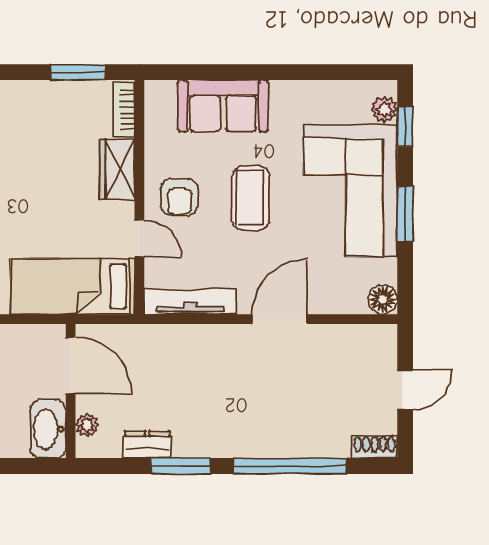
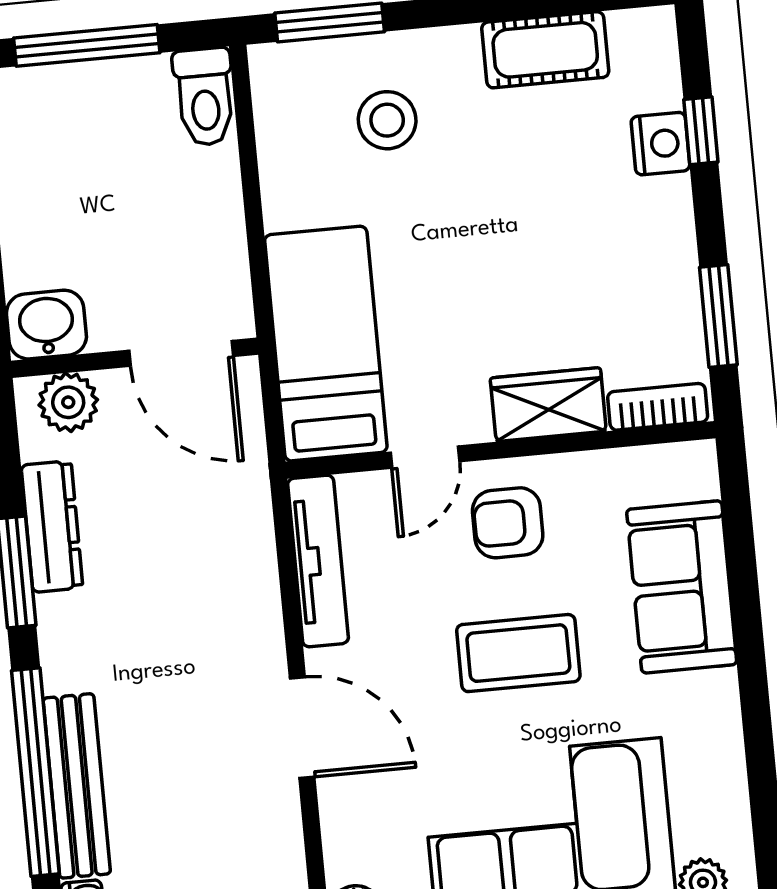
door: (71, 366) -> (181, 353), hinge flipped
plant: (87, 425) -> (68, 402), width x1.38, depth x1.38
washbasin: (48, 429) -> (46, 325), width x0.72
bench: (300, 444) -> (77, 786), added
dresser: (147, 445) -> (52, 526), width x1.44

